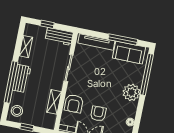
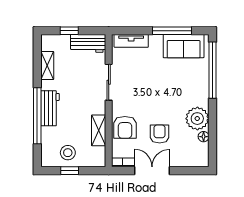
tv unit: (96, 42) -> (131, 41), width x0.71
plant: (131, 92) -> (197, 119), moved
stool: (17, 111) -> (68, 153), moved

